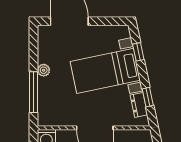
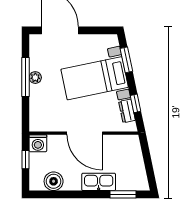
window: (138, 52) -> (126, 60), width x1.50
window: (34, 92) -> (26, 77), moved

